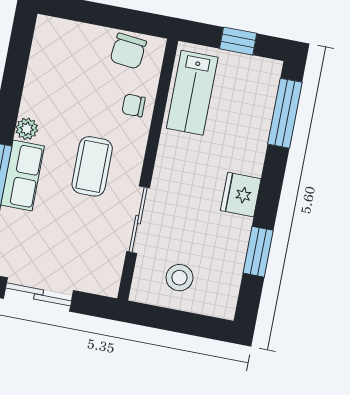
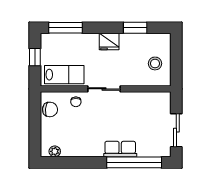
plant: (27, 129) -> (55, 151), moved
coffee table: (92, 166) -> (109, 116), removed
sliding door: (138, 220) -> (104, 89), moved

